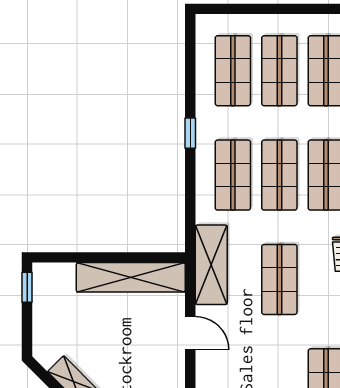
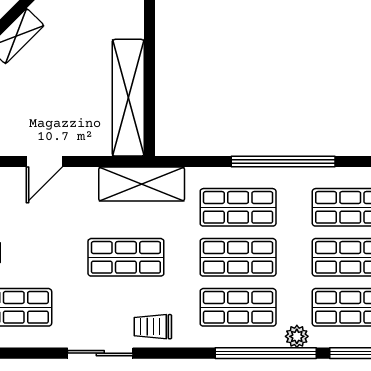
window: (190, 133) -> (283, 162), width x3.17
door: (190, 333) -> (44, 162), moved

